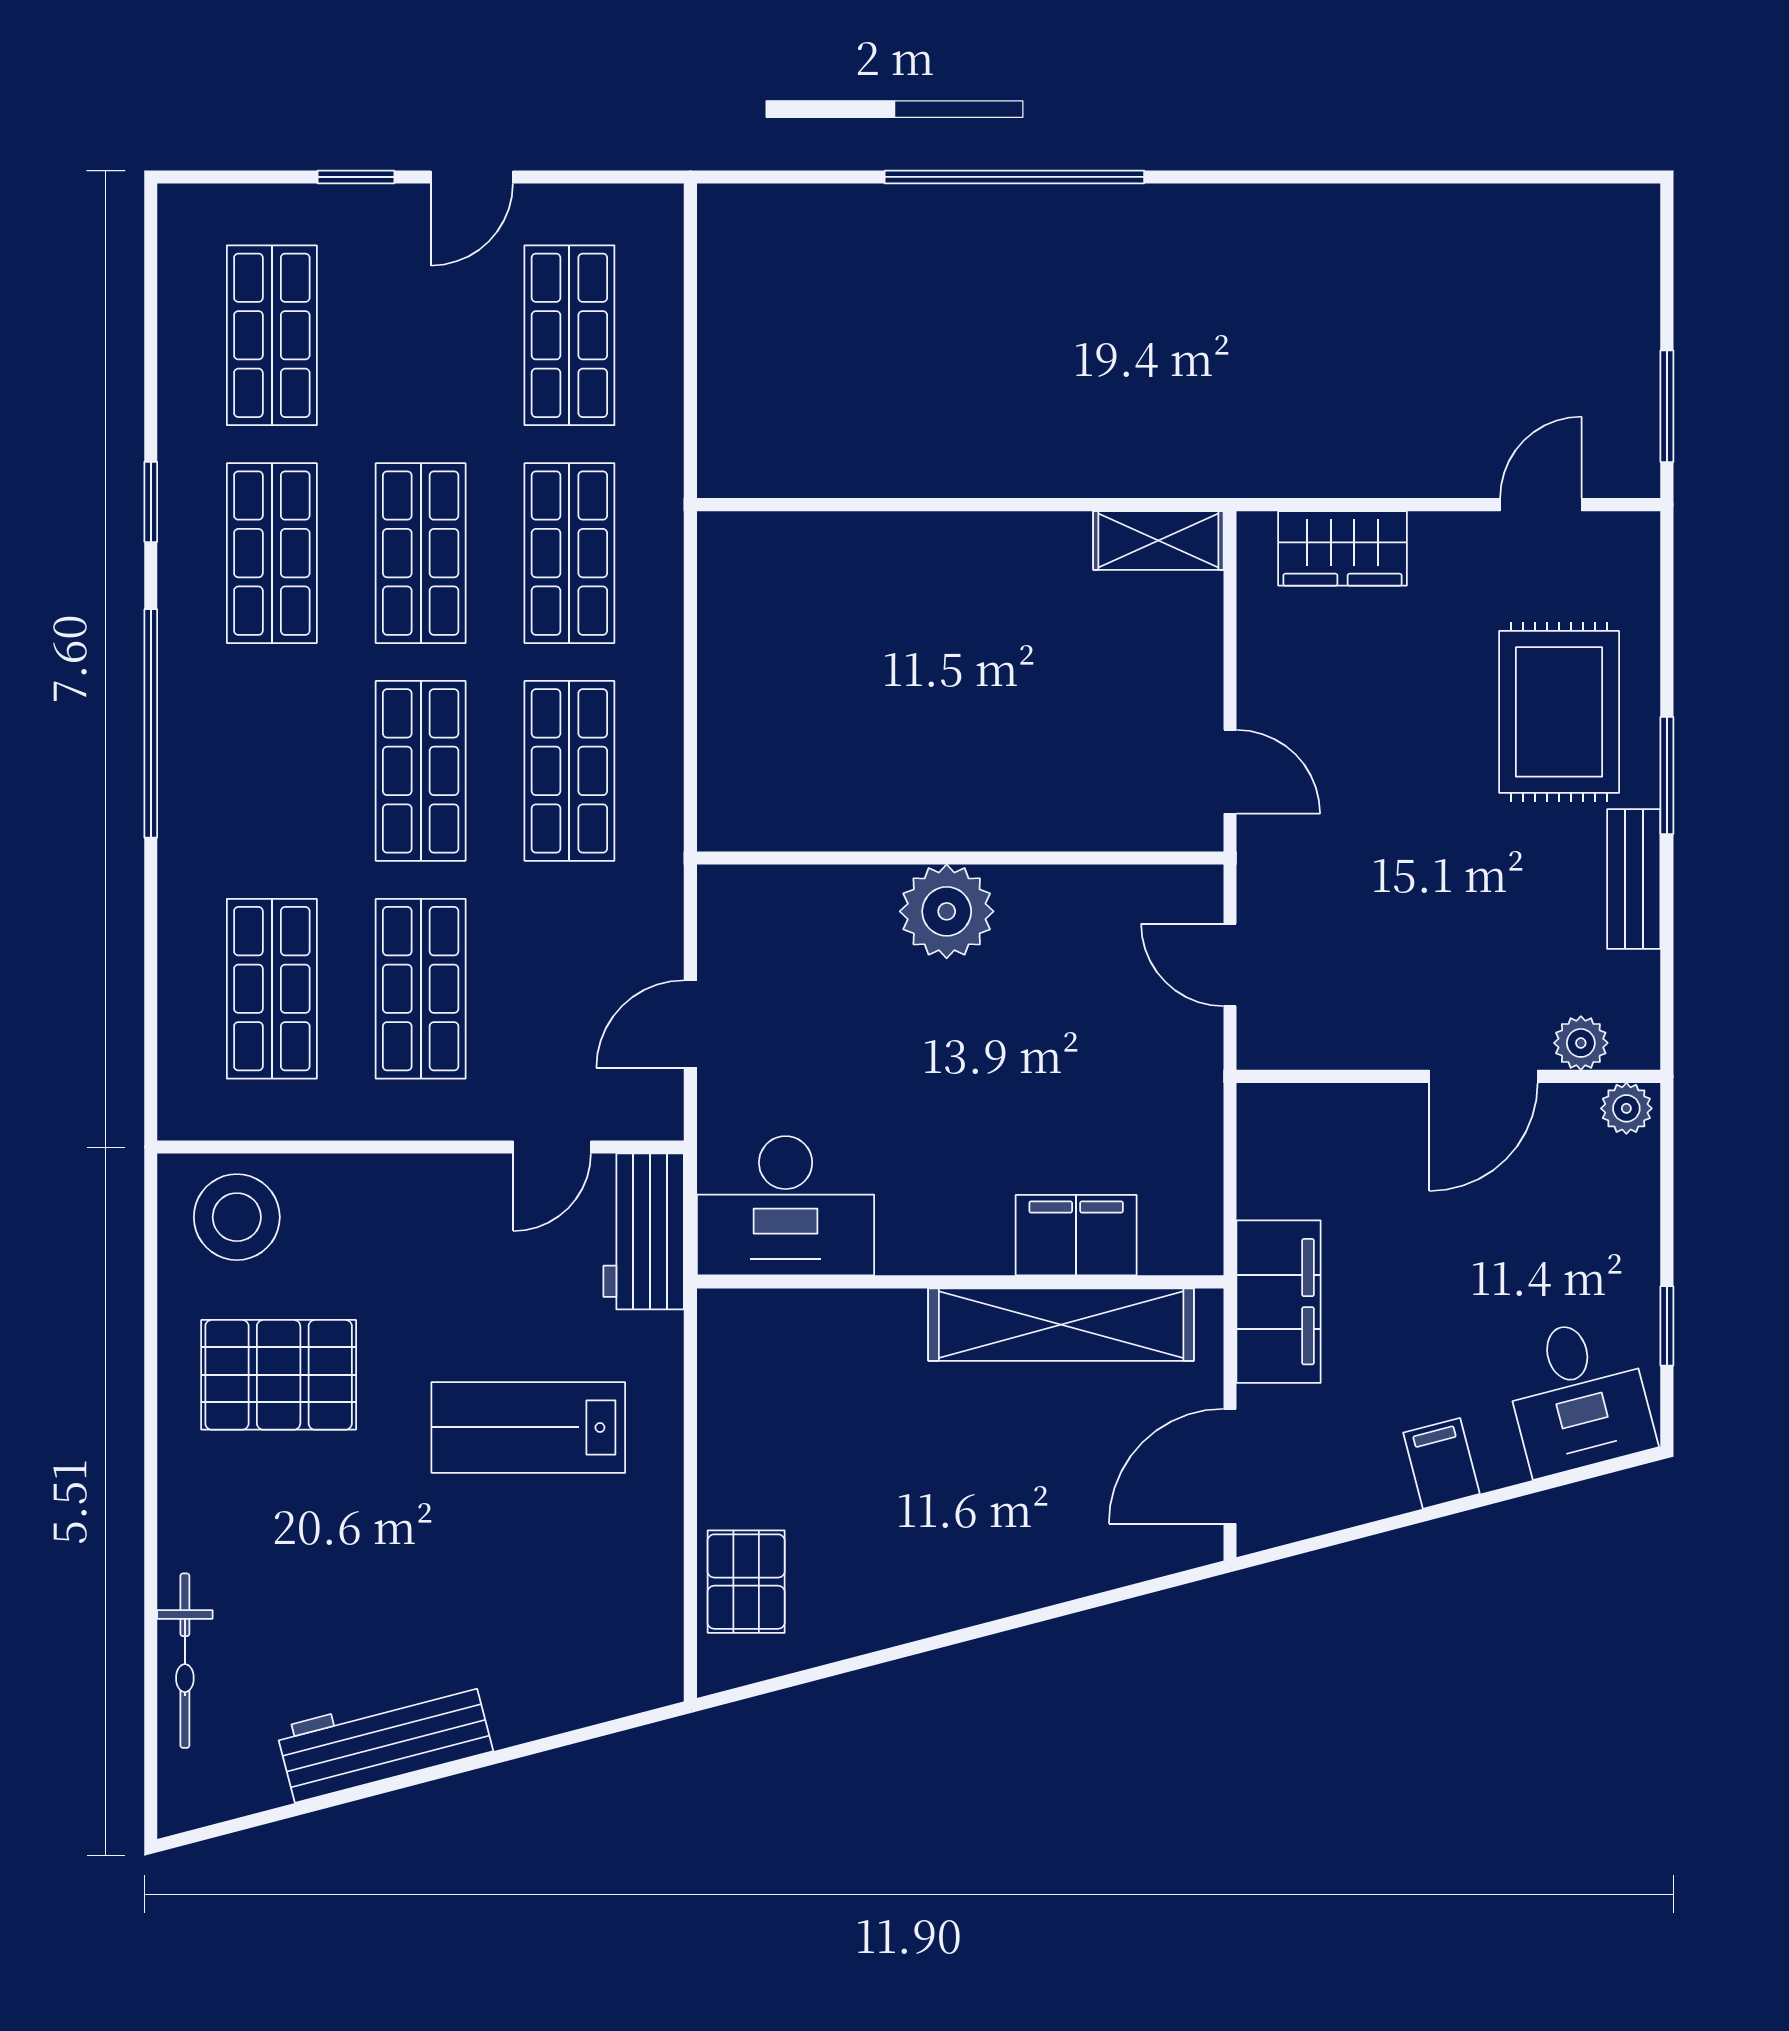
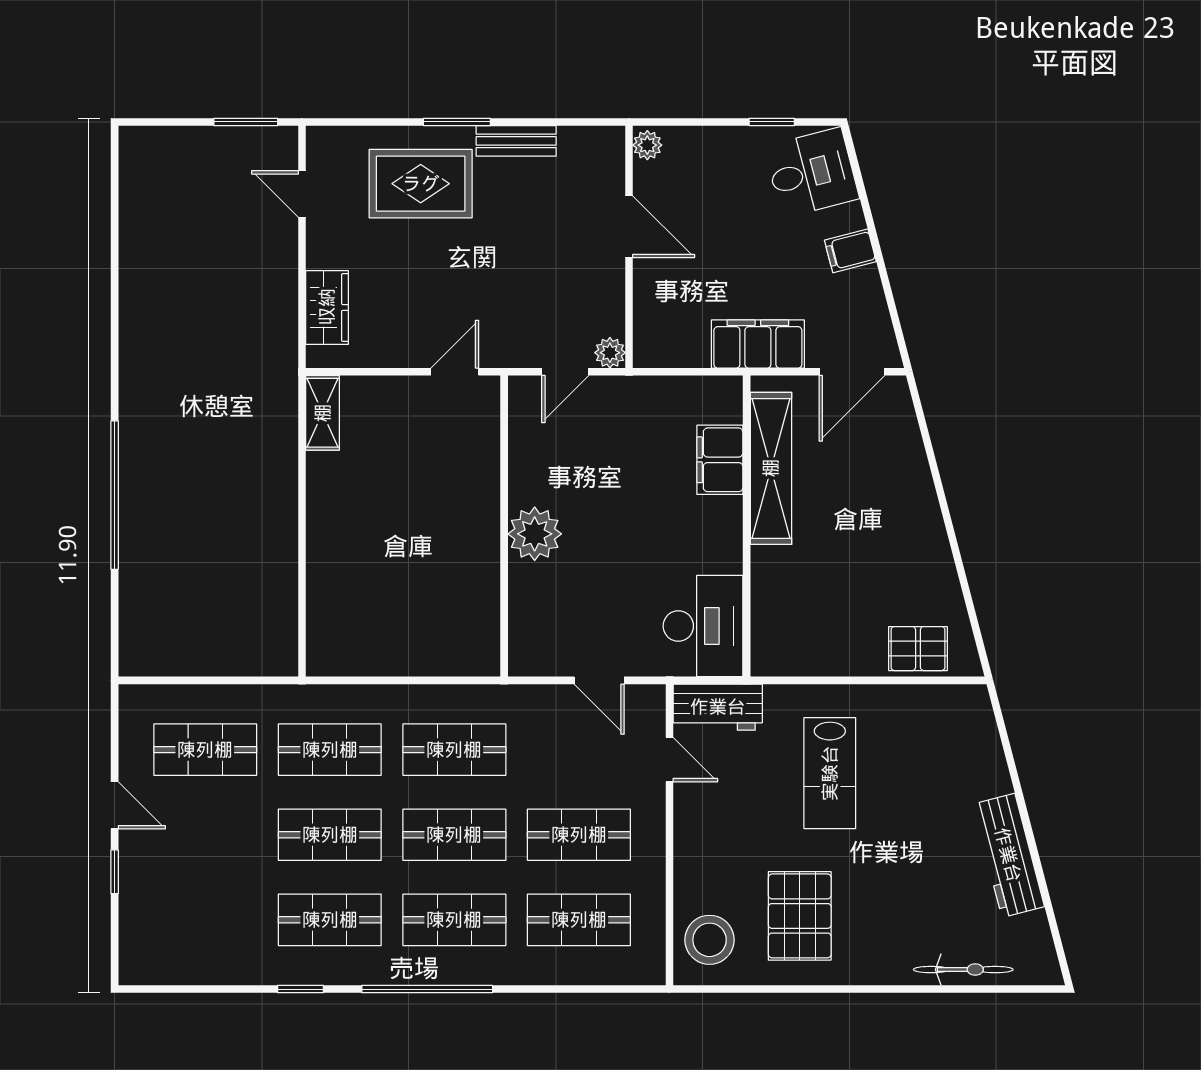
shop shelf: (272, 335) -> (454, 920), moved
plant: (1581, 1043) -> (610, 353), moved
door: (1230, 1466) -> (852, 372), hinge flipped

